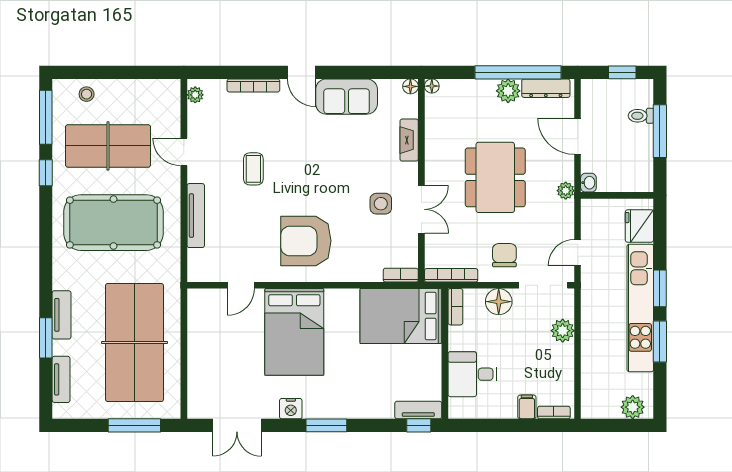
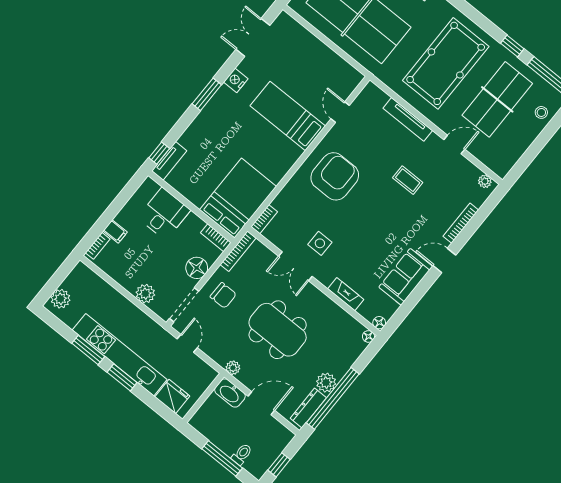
washbasin: (588, 183) -> (230, 393), width x1.91, depth x1.45
bed: (294, 332) -> (288, 116), width x0.67

